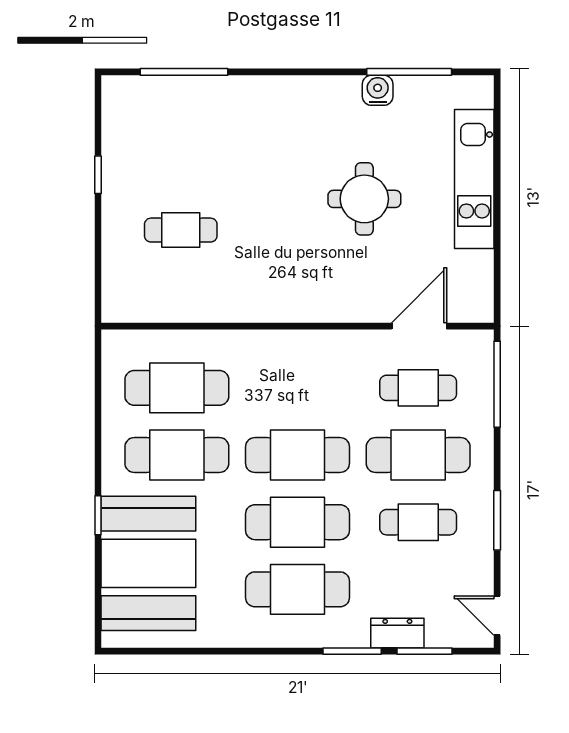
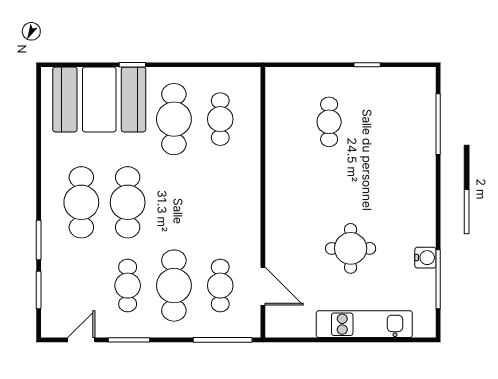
cafe table: (177, 388) -> (220, 119), width x0.73, depth x0.74
cafe table: (298, 455) -> (174, 202), removed
door: (497, 616) -> (81, 340), moved
dresser: (397, 633) -> (51, 271), removed

